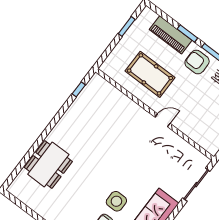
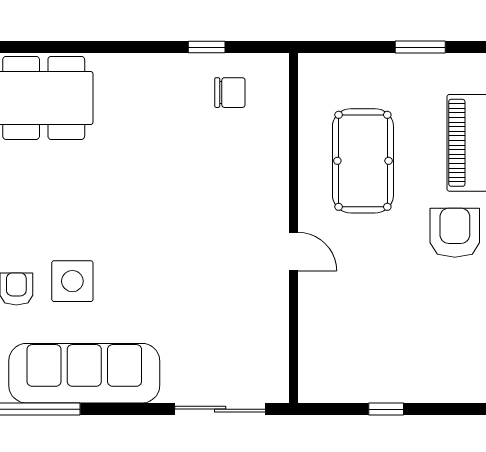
window: (79, 89) -> (207, 47), moved
chair: (94, 101) -> (230, 93), added

